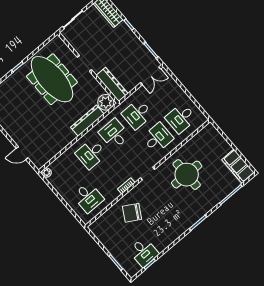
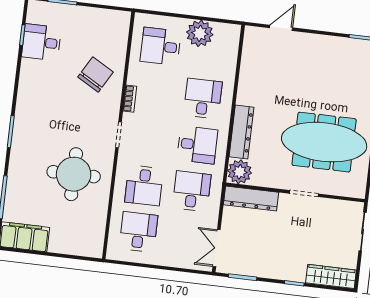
plant: (46, 173) -> (200, 33), moved, width x1.88, depth x1.88

